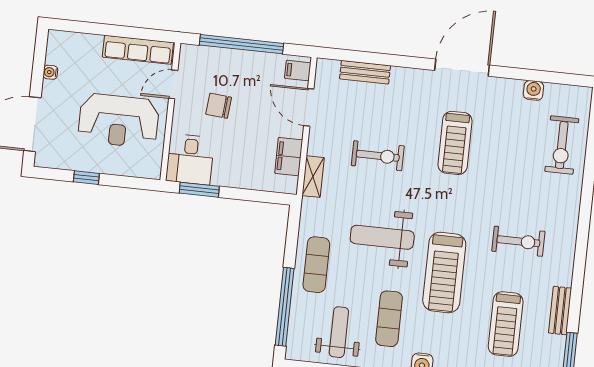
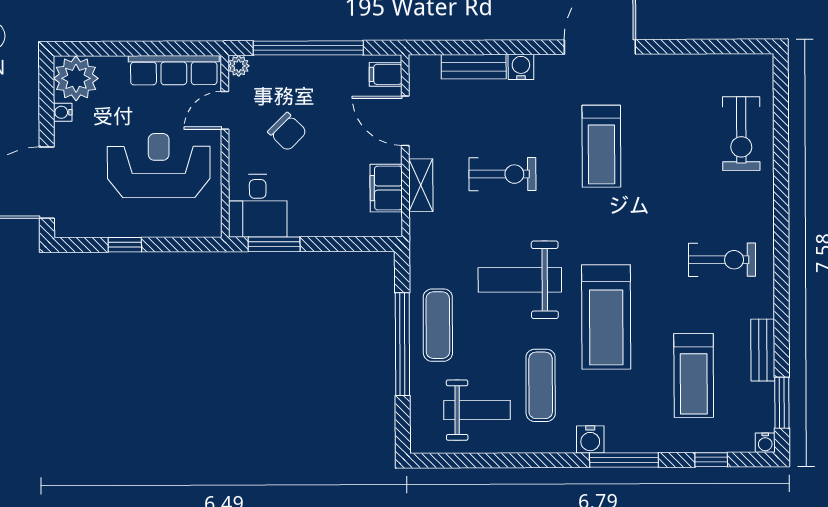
plant: (63, 48) -> (76, 78), added
plant: (187, 52) -> (239, 66), added
water cooler: (533, 90) -> (521, 67), moved
chair: (219, 106) -> (287, 132), turned -140
reception desk: (119, 121) -> (159, 166), turned 180
shelving: (313, 177) -> (421, 185), moved
exercise bike: (518, 241) -> (722, 260), moved
window: (285, 307) -> (402, 344), moved
weight bench: (339, 332) -> (477, 410), turned 90

